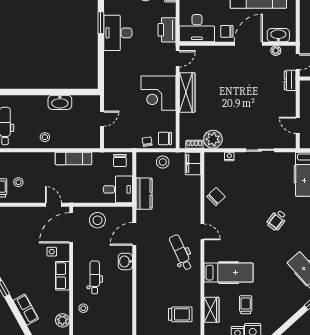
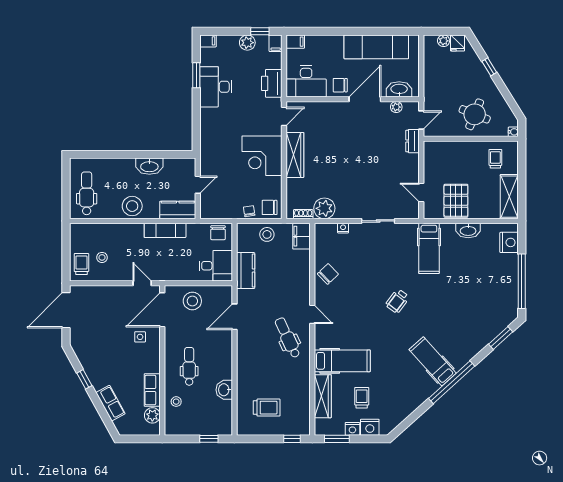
stool: (45, 137) -> (132, 206), width x1.89, depth x1.89
kitchen counter: (85, 141) -> (178, 210), added
washbasin: (125, 261) -> (224, 390), moved
row of seats: (62, 276) -> (152, 390), moved
wardrobe: (212, 310) -> (323, 396), width x1.50
trolley: (180, 314) -> (267, 408), moved

